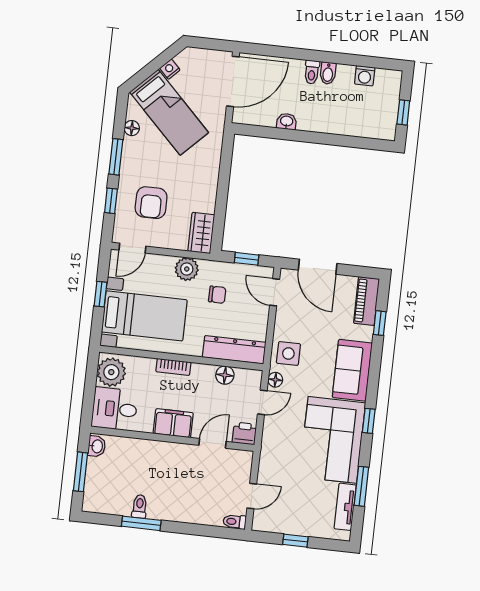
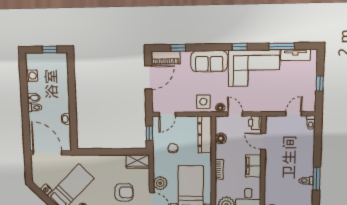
door: (318, 267) -> (148, 78), moved
plant: (187, 269) -> (160, 183), moved
door: (252, 496) -> (294, 114), hinge flipped

